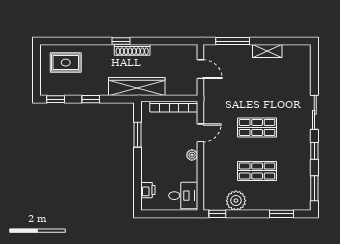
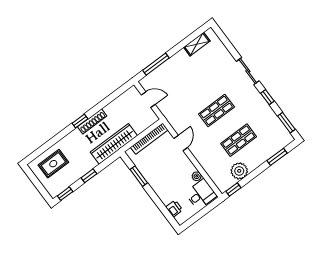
shelving: (267, 51) -> (197, 44), moved
plant: (192, 155) -> (197, 176), moved

